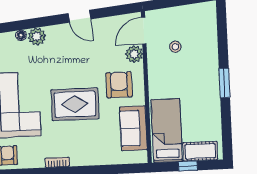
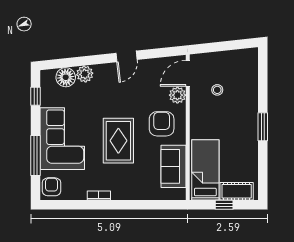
door: (79, 16) -> (127, 56), hinge flipped
floor lamp: (21, 35) -> (66, 77), width x1.89, depth x1.89
rug: (75, 104) -> (118, 141), turned 90

